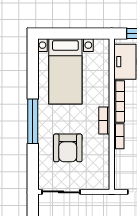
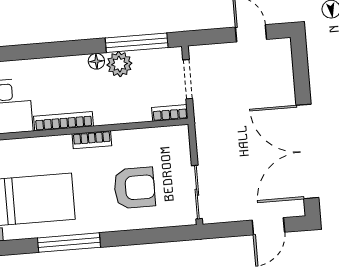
window: (33, 121) -> (69, 243), moved
bookcase: (119, 136) -> (170, 113), moved

